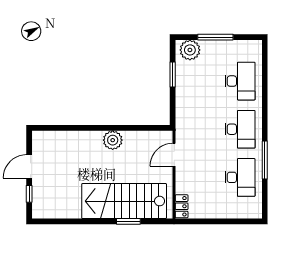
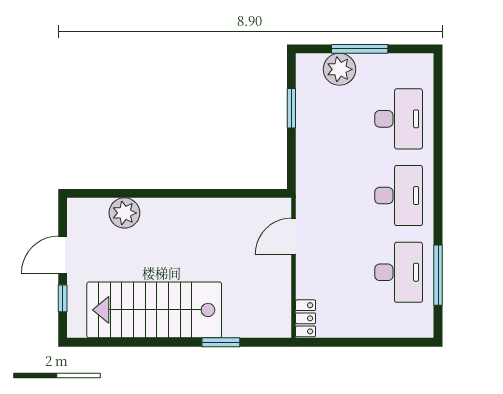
plant: (190, 50) -> (339, 69), moved
plant: (113, 140) -> (124, 213), moved
window: (265, 160) -> (438, 275), moved
stairs: (124, 201) -> (154, 310), moved

